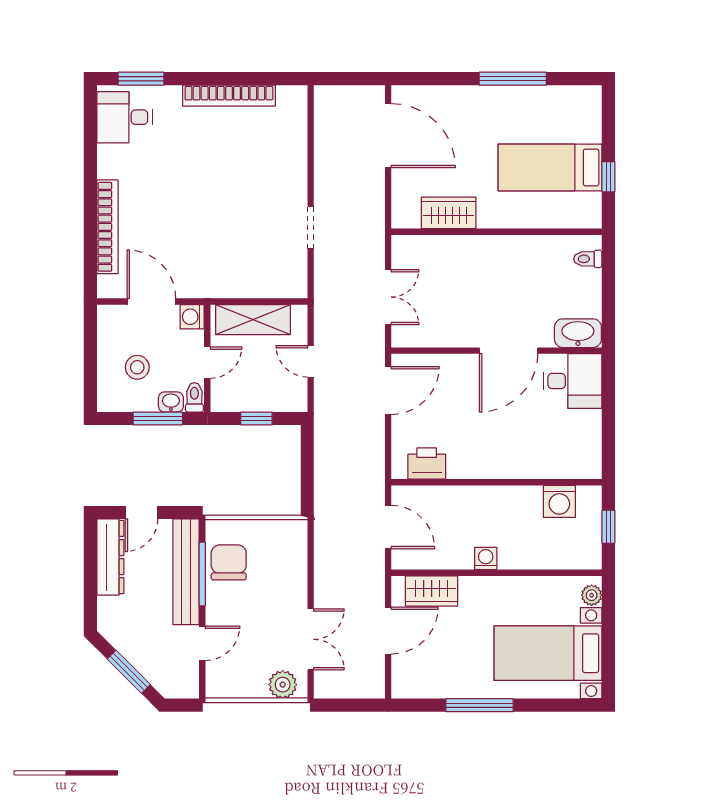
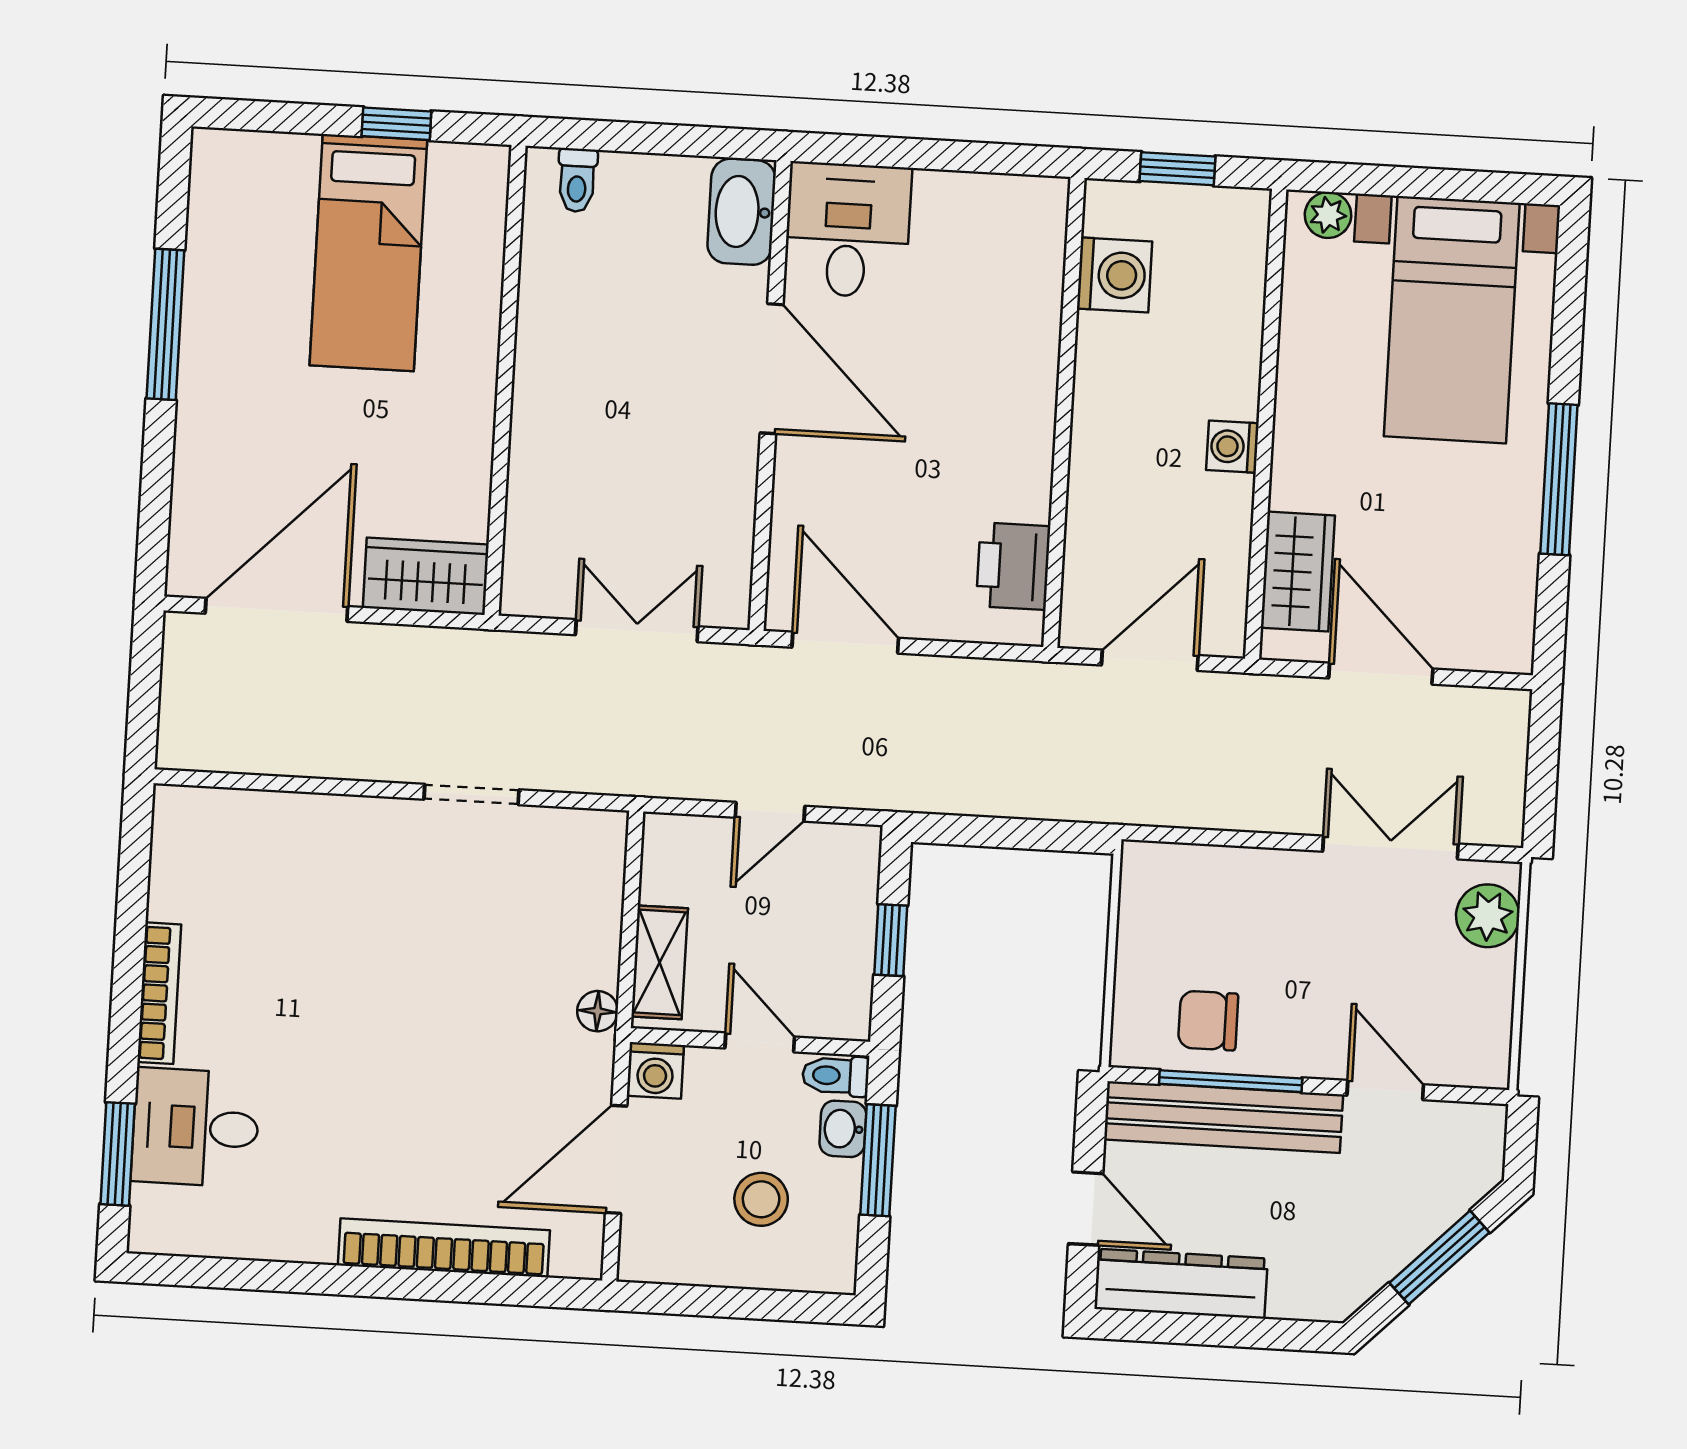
bookcase: (229, 96) -> (159, 993), width x0.68, depth x0.76
desk: (124, 117) -> (196, 1127), moved, turned 90
wardrobe: (449, 213) -> (426, 576), moved, turned 90
floor lamp: (217, 289) -> (598, 1011), added
shelving: (253, 320) -> (660, 962), width x0.67, depth x0.75
chair: (229, 562) -> (1208, 1021), width x0.73, depth x0.73

